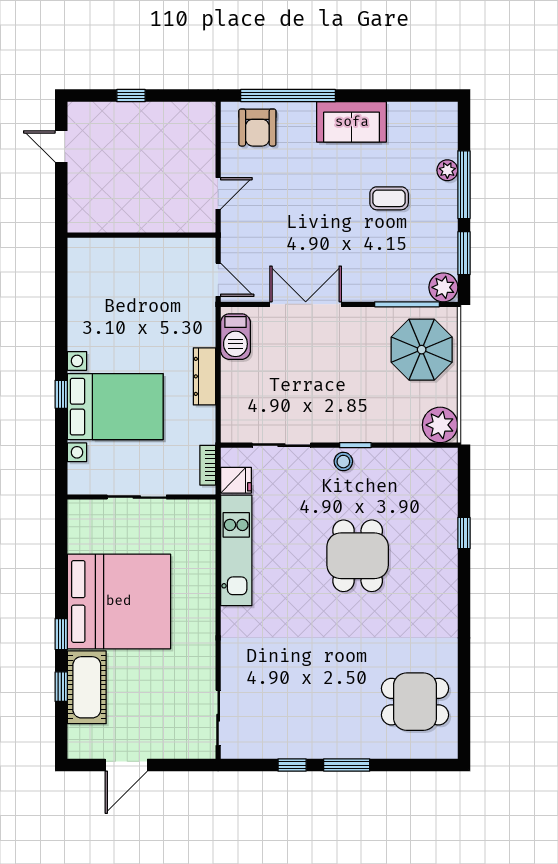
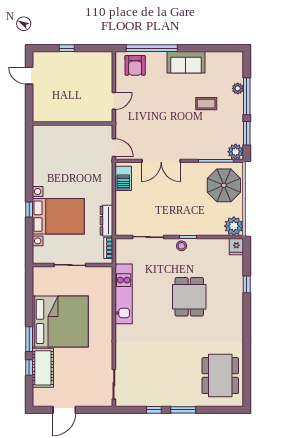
double door: (306, 304) -> (161, 161), swing flipped
dresser: (204, 376) -> (106, 221), moved
fridge: (236, 480) -> (236, 247), moved, turned 90
window: (61, 634) -> (29, 339), width x1.50
dining table: (415, 702) -> (220, 376), width x1.38

